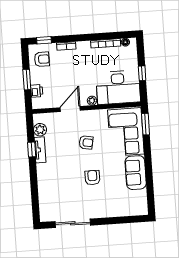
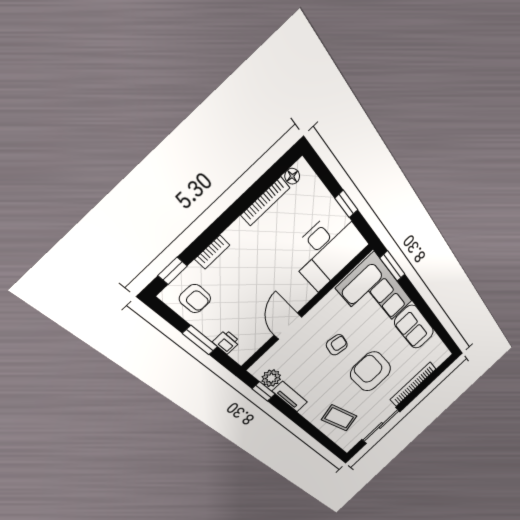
armchair: (42, 59) -> (195, 299), turned 90
plant: (92, 101) -> (307, 294), removed
window: (32, 149) -> (264, 391), moved
armchair: (92, 178) -> (371, 371), width x1.88, depth x1.88
coffee table: (54, 191) -> (339, 418), added
bookcase: (111, 213) -> (413, 384), added

